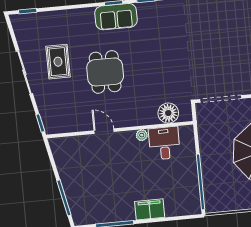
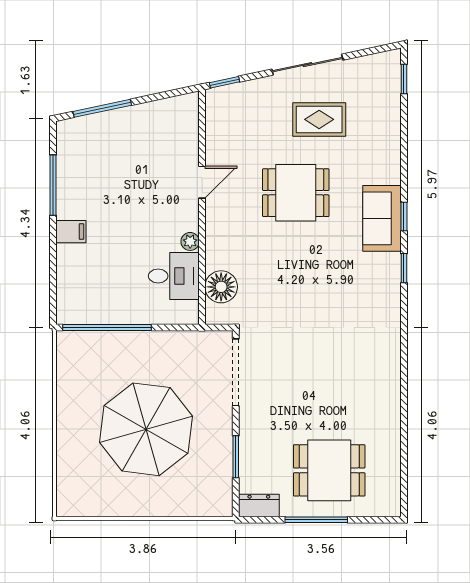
filing cabinet: (150, 209) -> (71, 232), width x0.50

